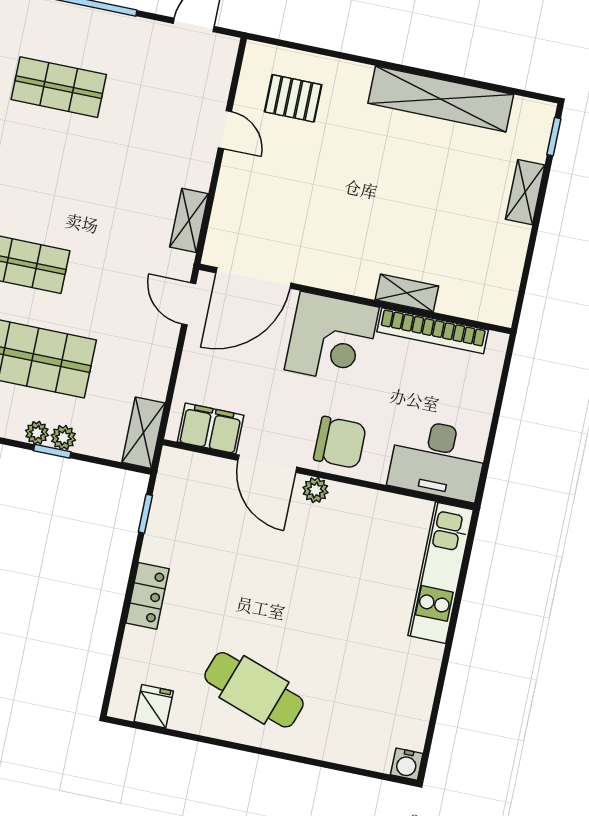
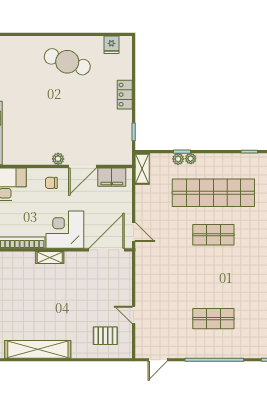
shelving: (189, 220) -> (141, 270), removed
shelving: (407, 293) -> (50, 258), moved
chair: (340, 442) -> (51, 183), width x0.54, depth x0.54
door: (267, 464) -> (83, 166), swing flipped

